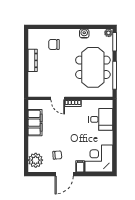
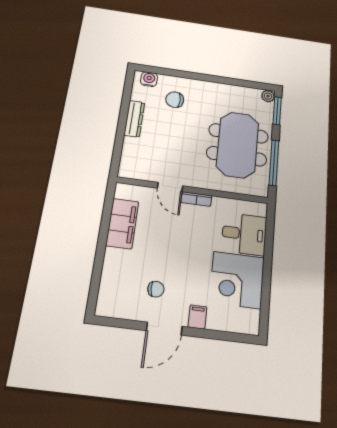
water cooler: (84, 33) -> (149, 79), moved
corner desk: (99, 158) -> (237, 280), moved, turned -90
plant: (36, 160) -> (112, 294), removed

